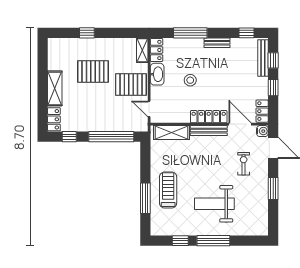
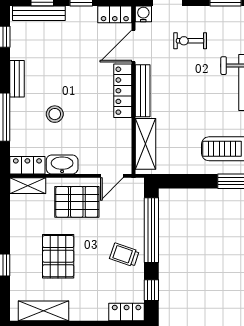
stool: (190, 80) -> (55, 114), moved
pallet: (131, 85) -> (77, 202), turned 90
shelving: (55, 88) -> (43, 311), moved
trolley: (94, 118) -> (124, 255), added

